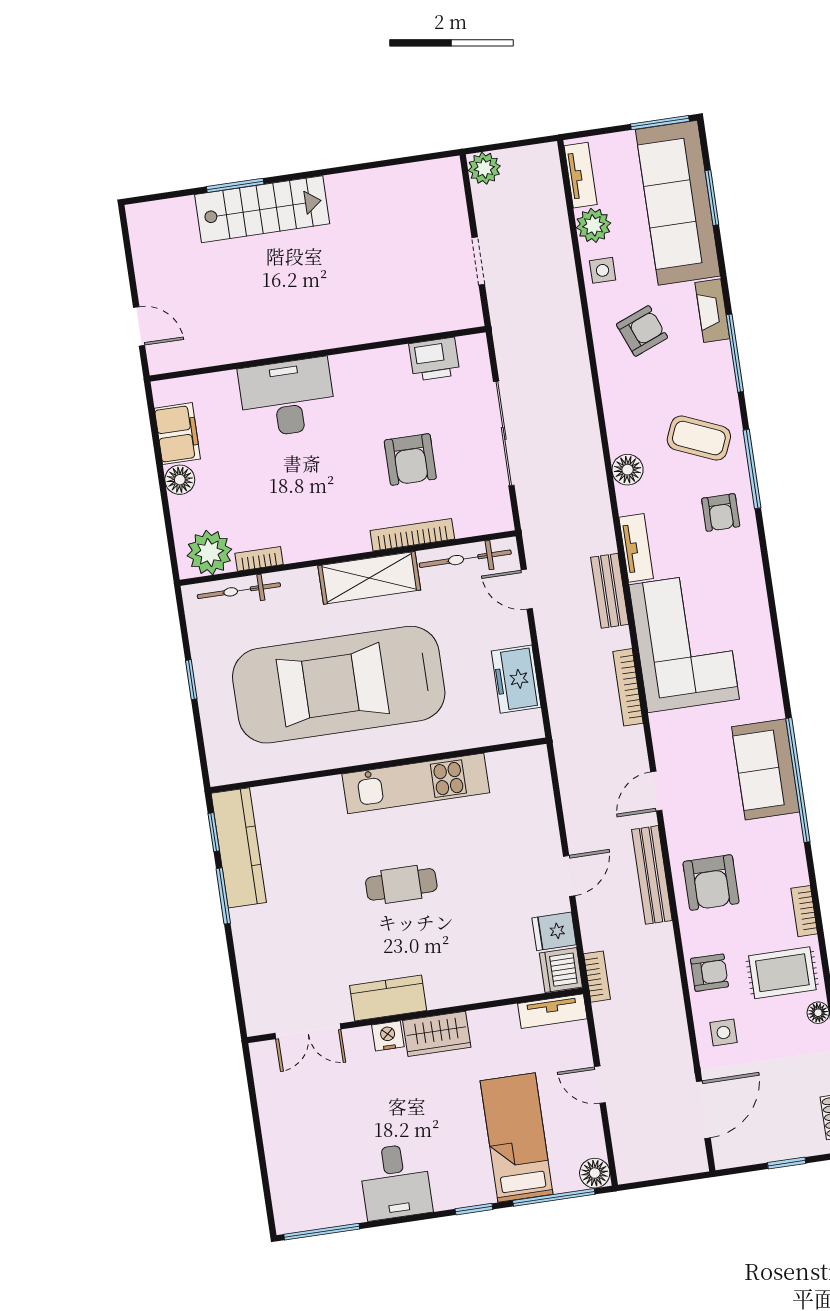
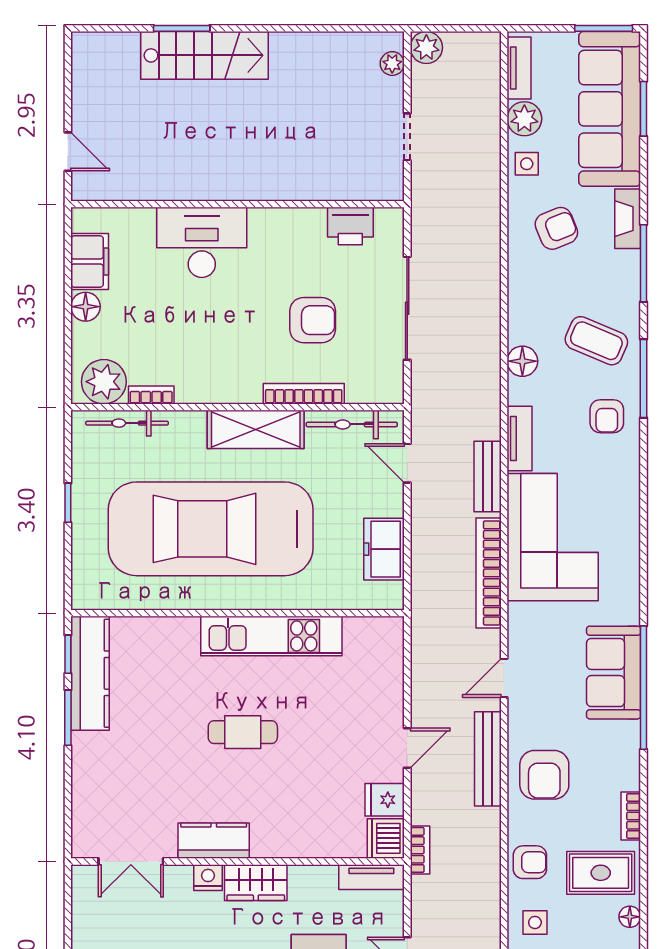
plant: (452, 189) -> (392, 64), added
armchair: (410, 459) -> (313, 320), turned -90
bookcase: (628, 687) -> (489, 573), width x1.48, depth x1.31

